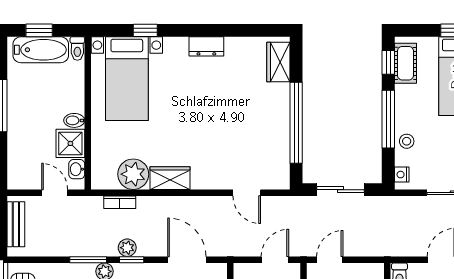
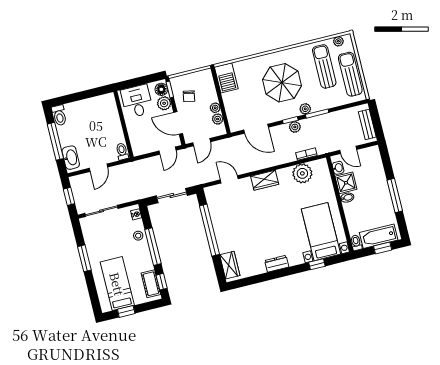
wardrobe: (170, 178) -> (265, 180), moved

